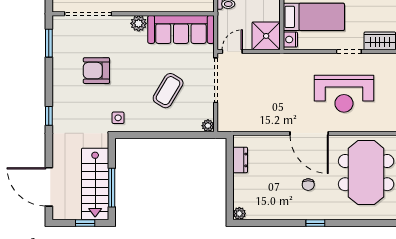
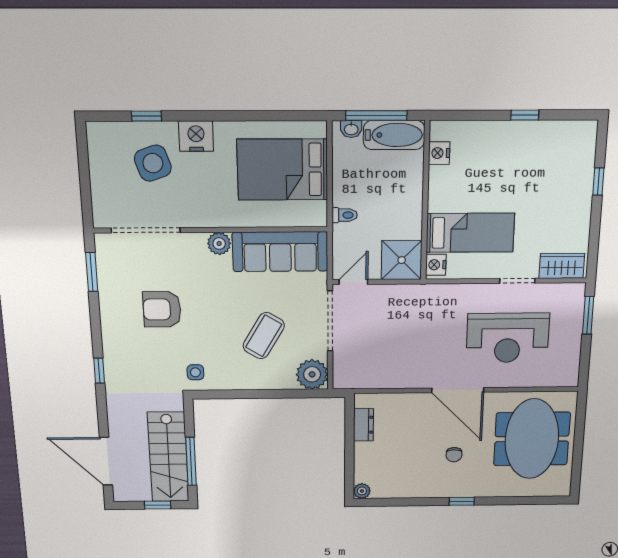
plant: (208, 126) -> (312, 374), width x1.88, depth x1.88

